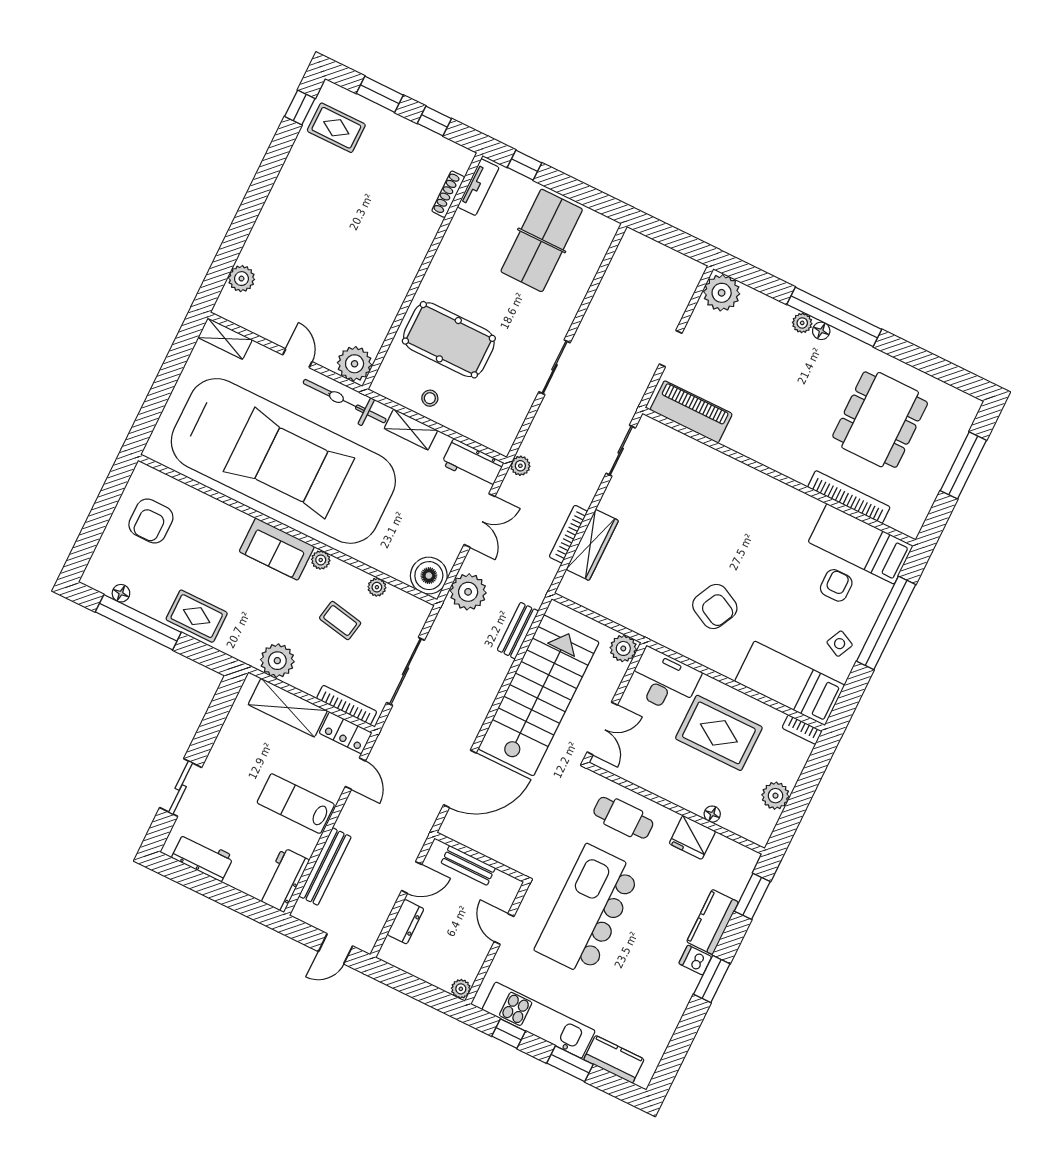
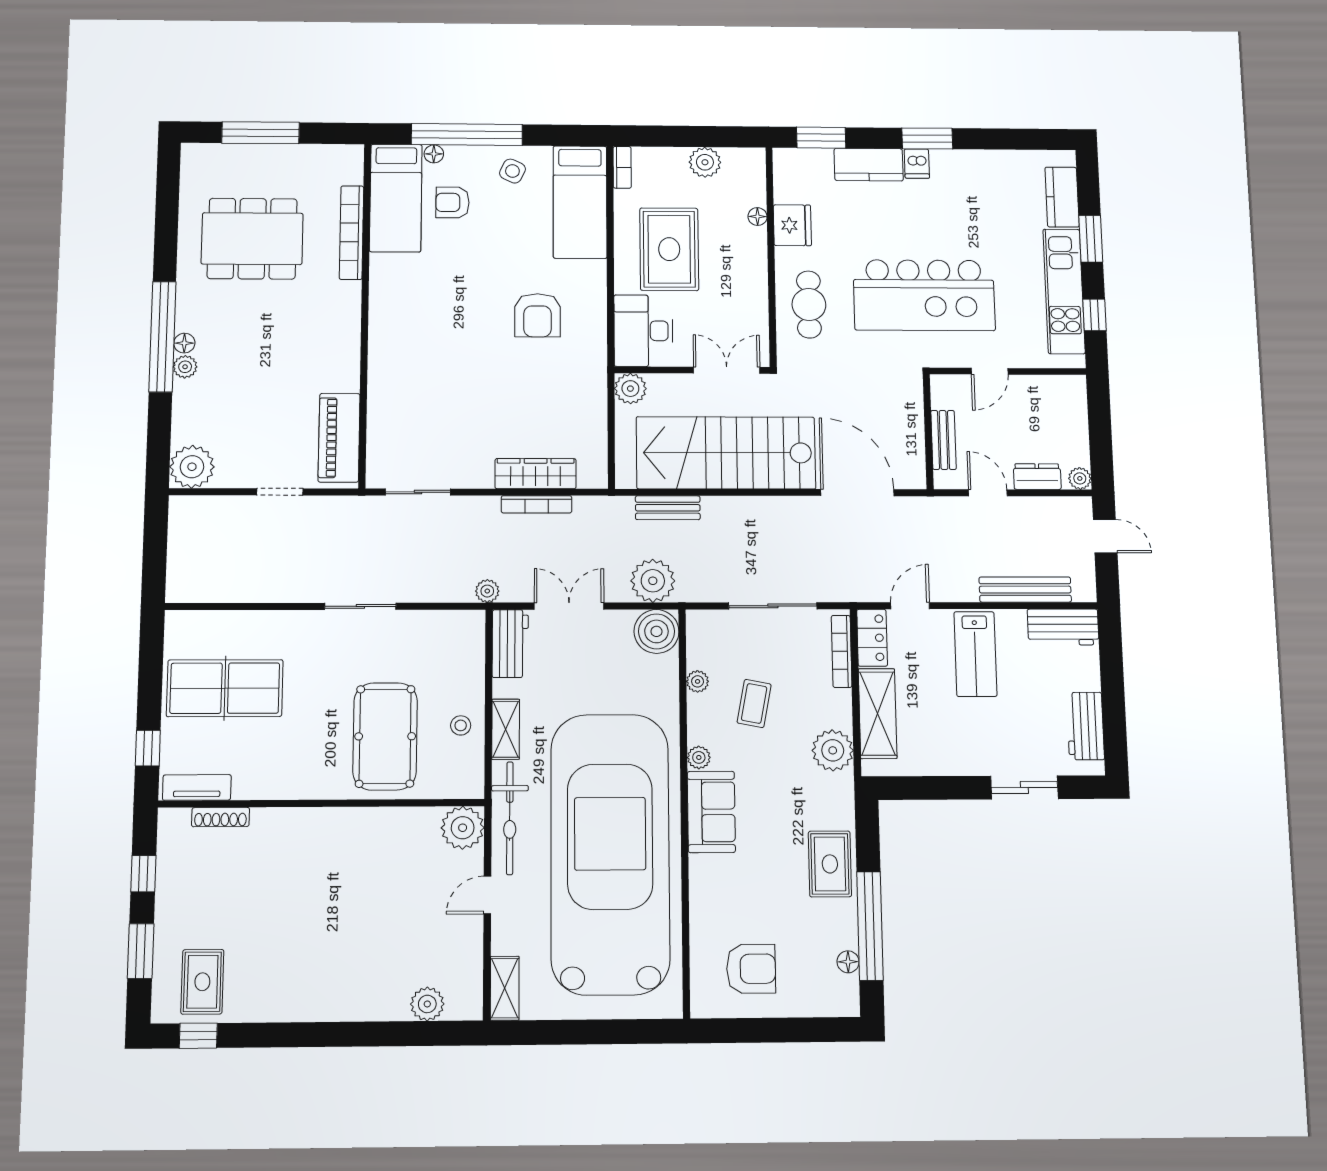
floor lamp: (882, 590) -> (434, 154), added
armchair: (715, 606) -> (538, 315), turned 153
plant: (461, 989) -> (1080, 478), moved

